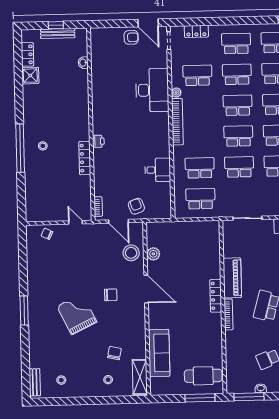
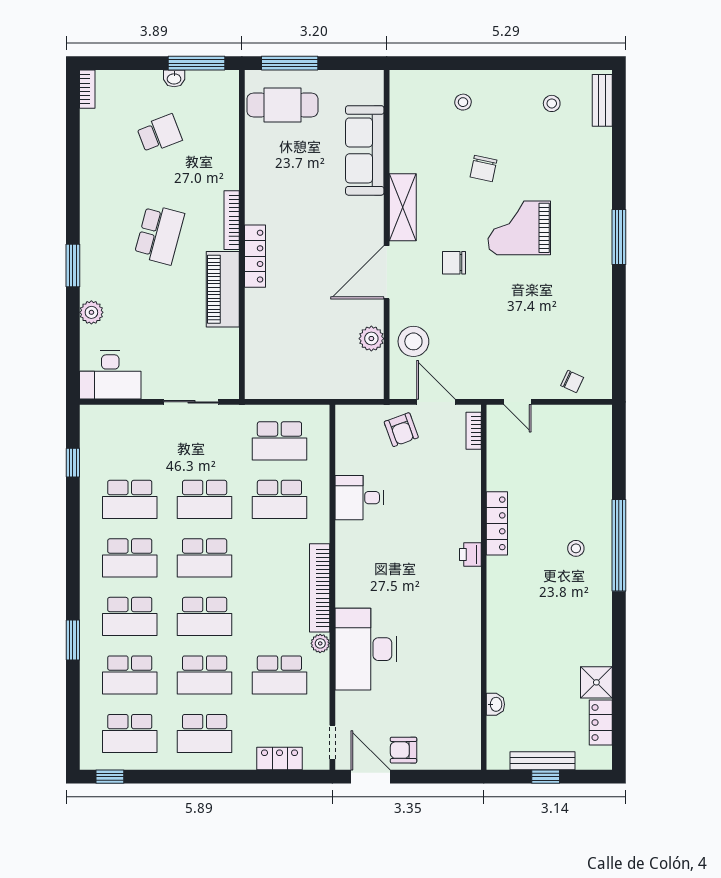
door: (146, 289) -> (387, 272), hinge flipped
grand piano: (77, 314) -> (519, 228), turned 116
chair: (114, 353) -> (483, 168), moved
shelving: (140, 377) -> (403, 207), moved

